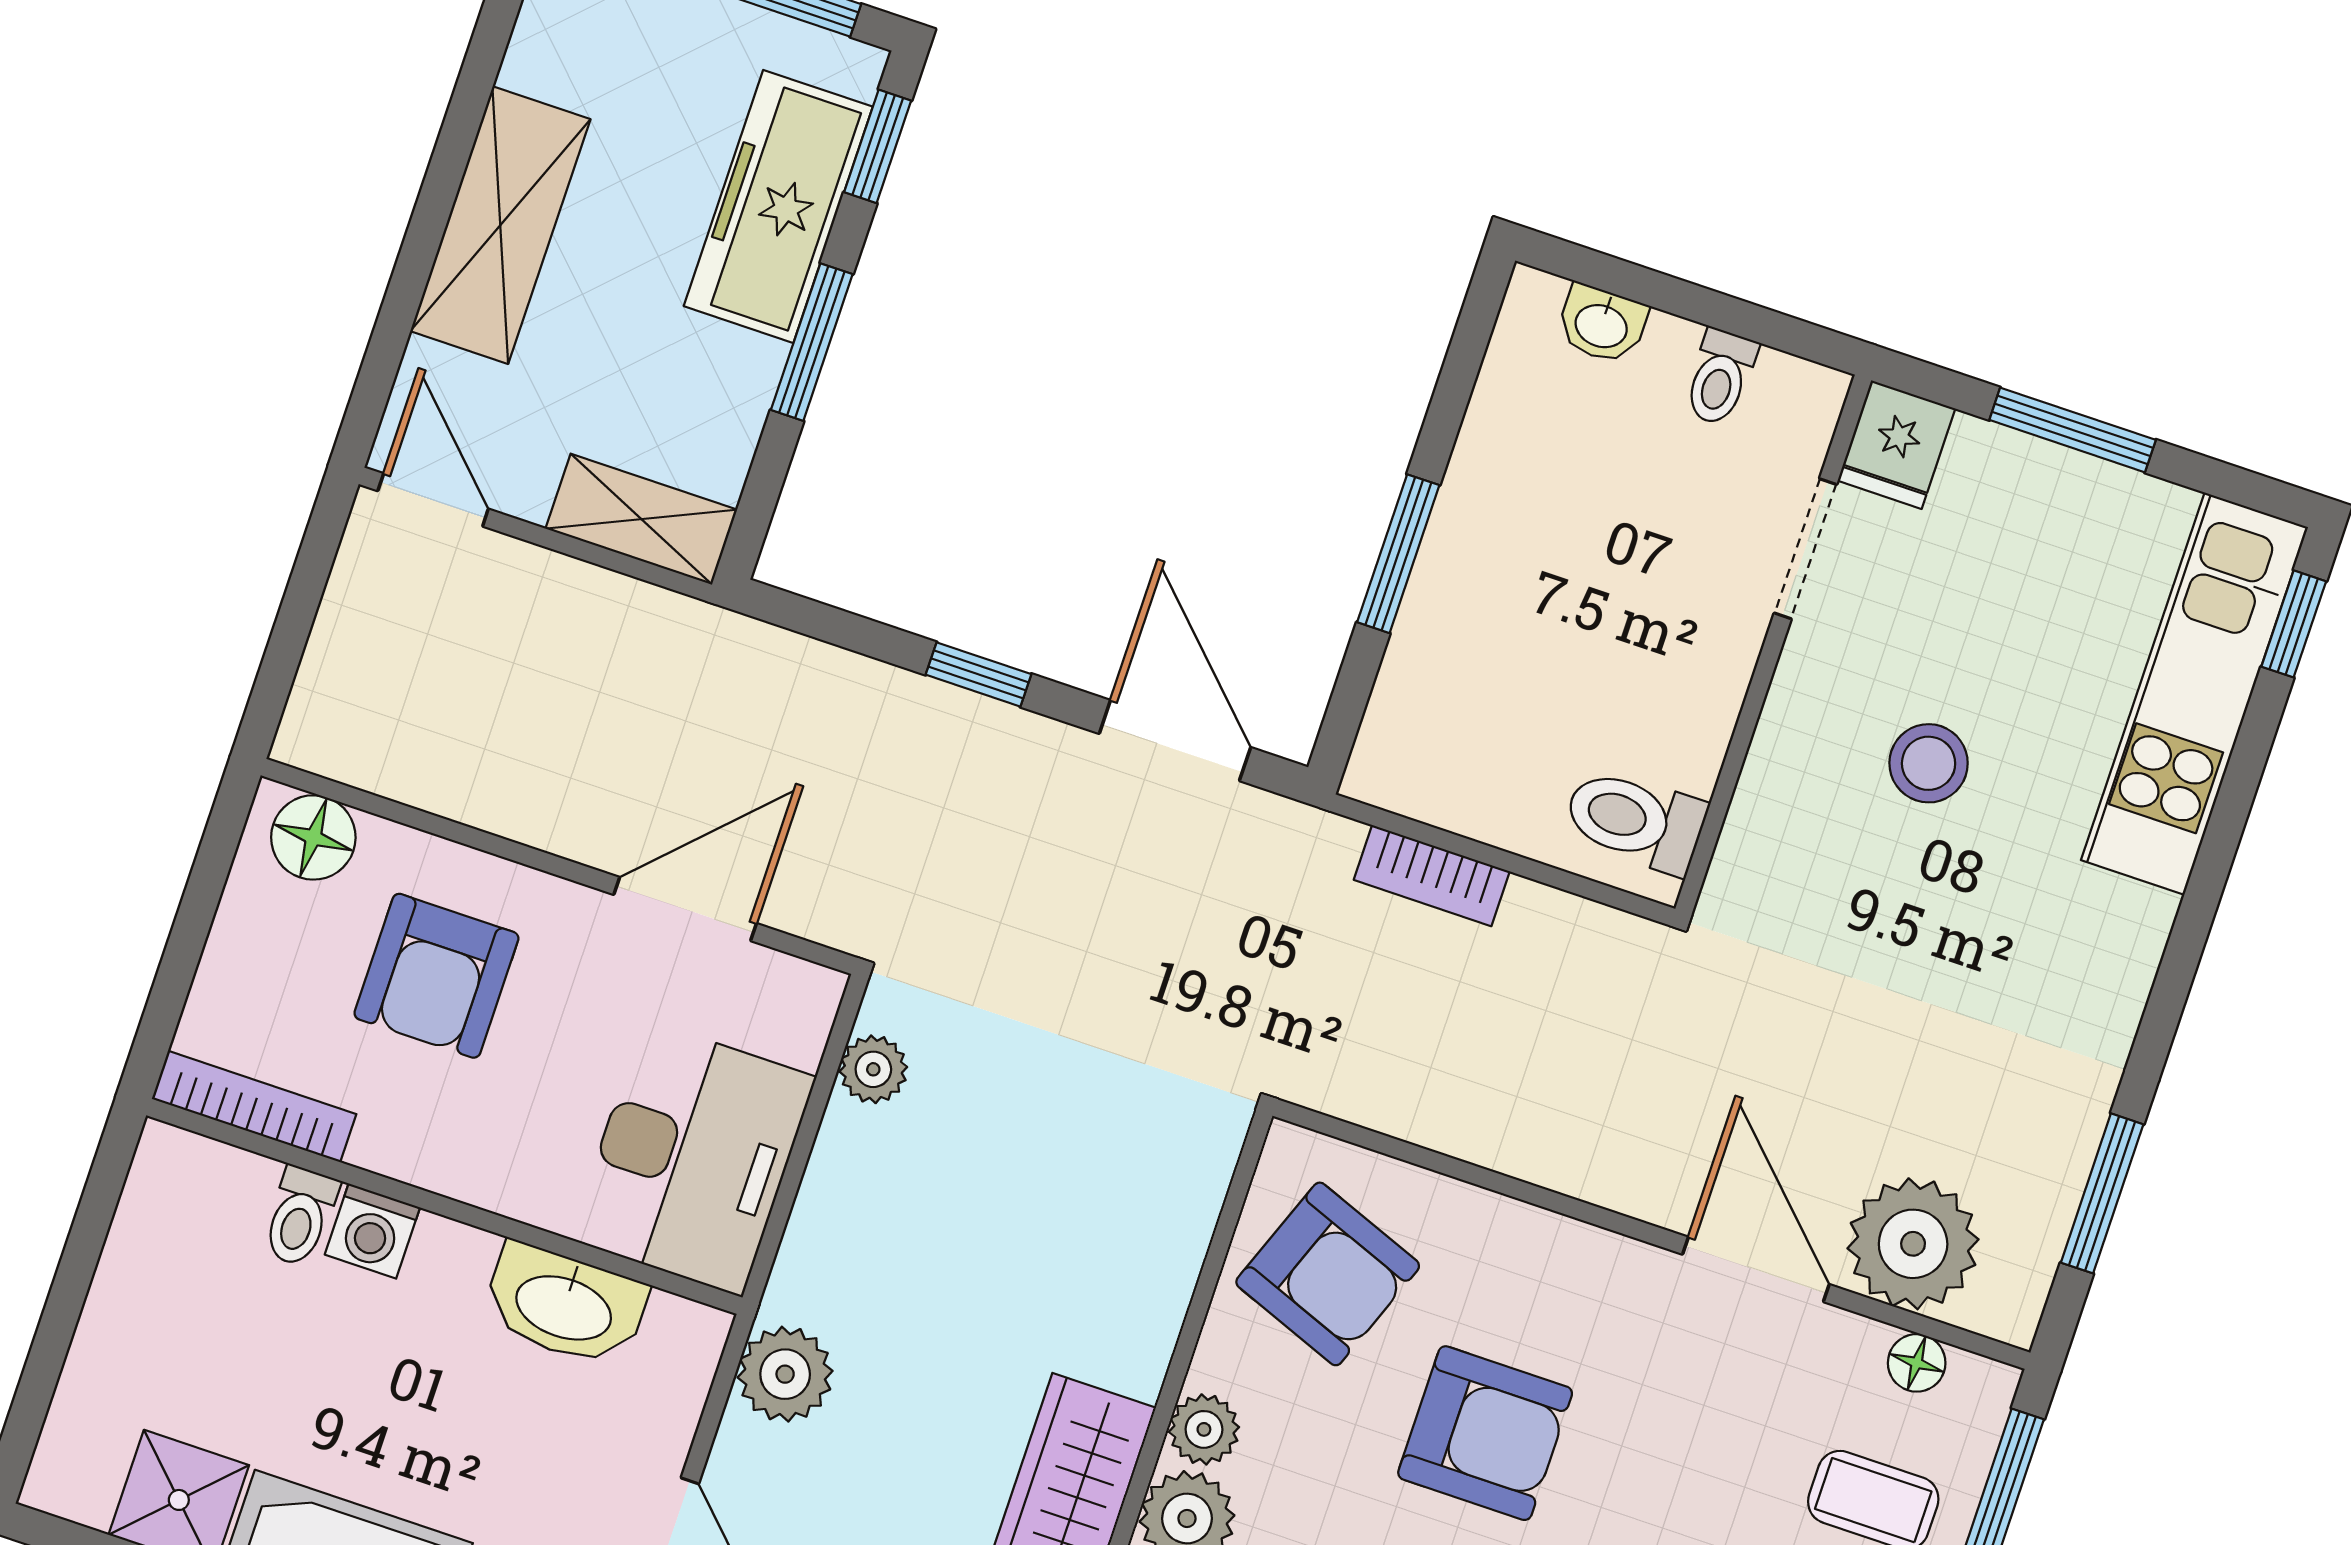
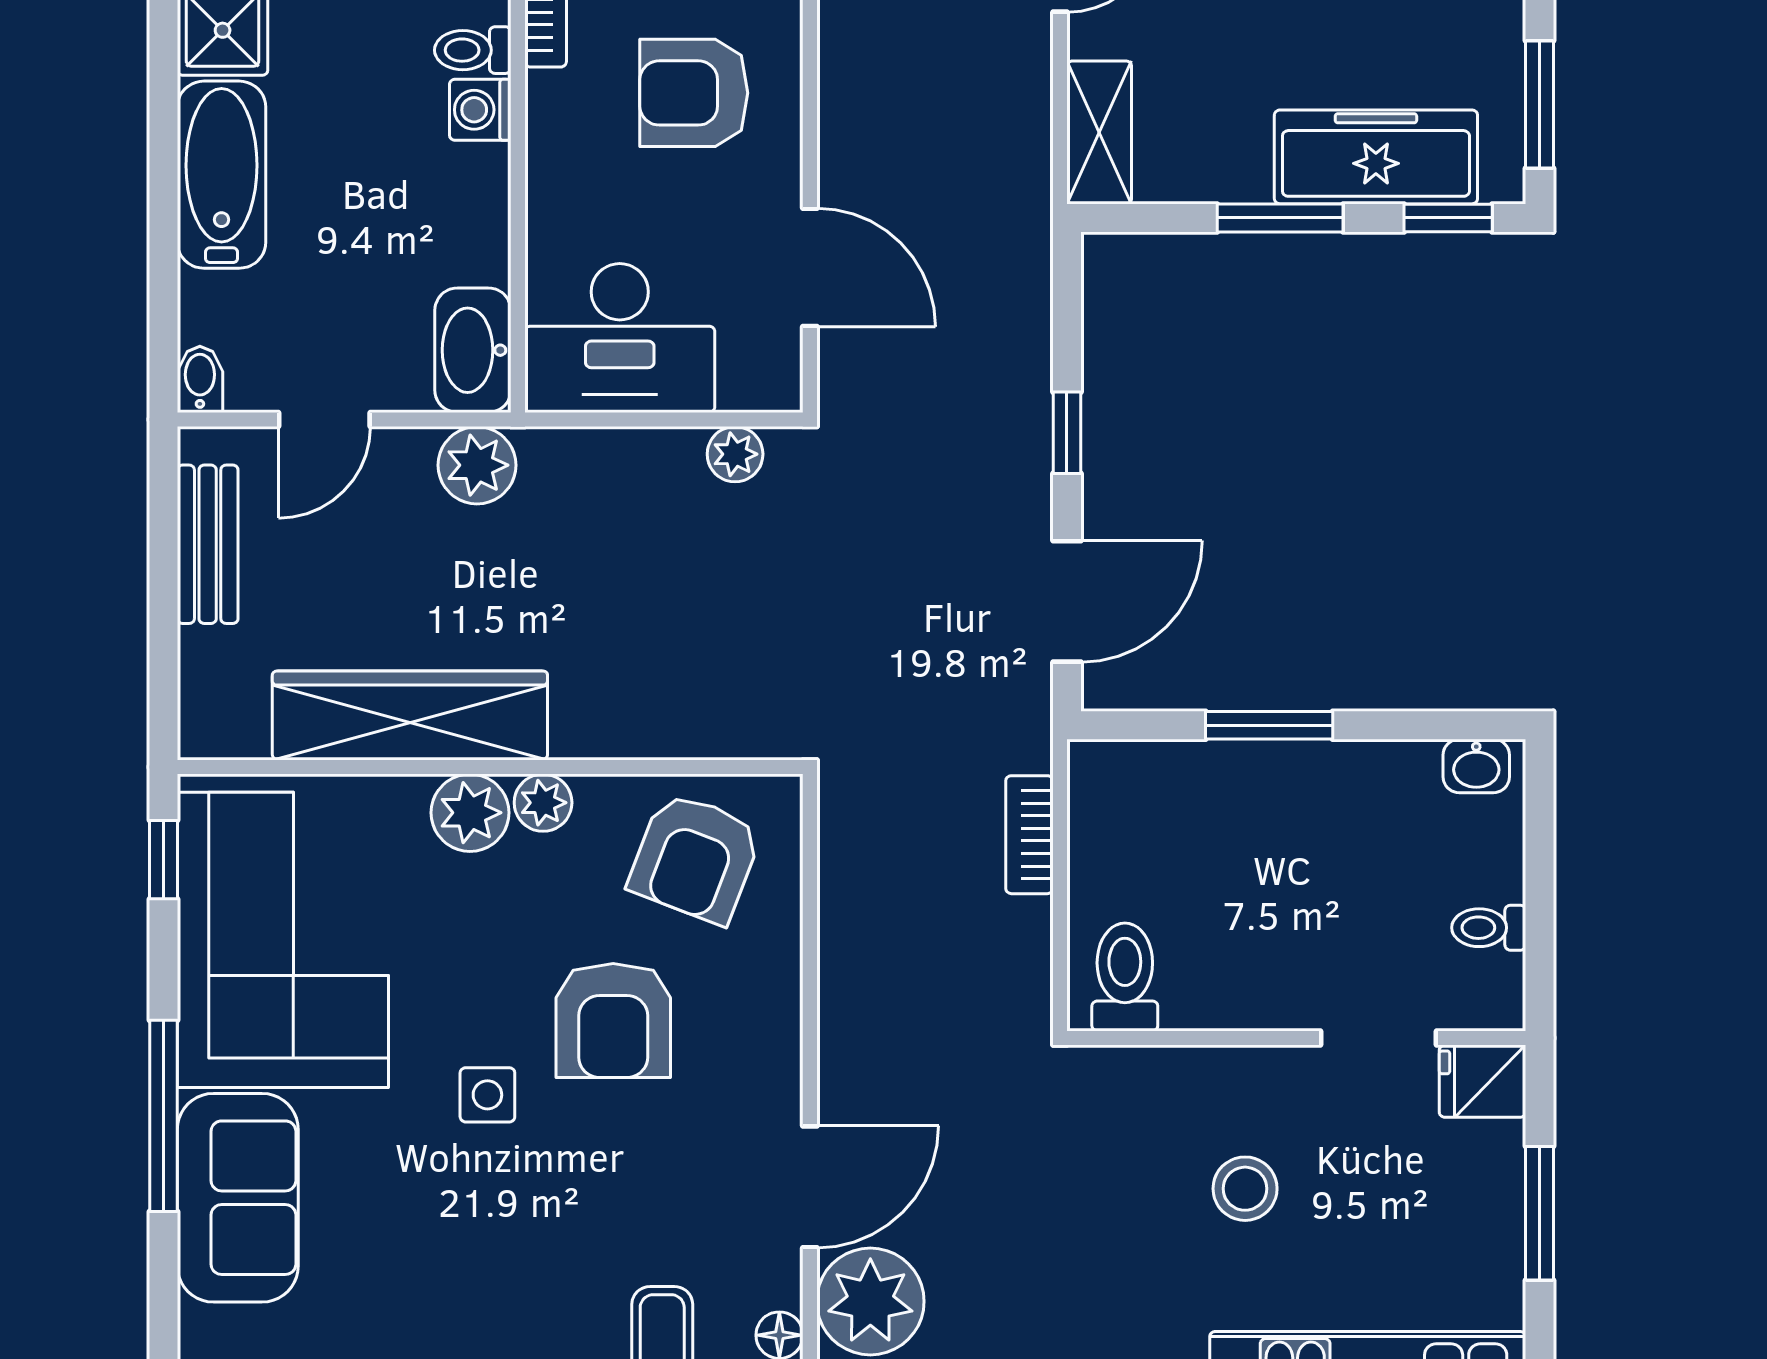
washbasin: (1602, 324) -> (1476, 766), moved, turned -90
washbasin: (565, 1305) -> (473, 350), moved

